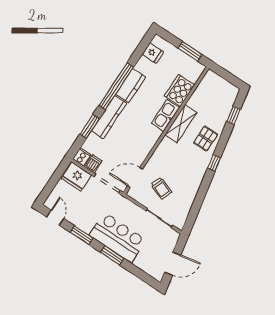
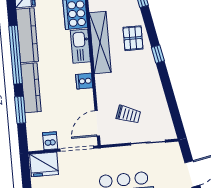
kitchen counter: (131, 86) -> (27, 35), width x1.50
shelving: (181, 124) -> (100, 42), width x1.47
cooker: (82, 157) -> (84, 81), moved, turned -90

